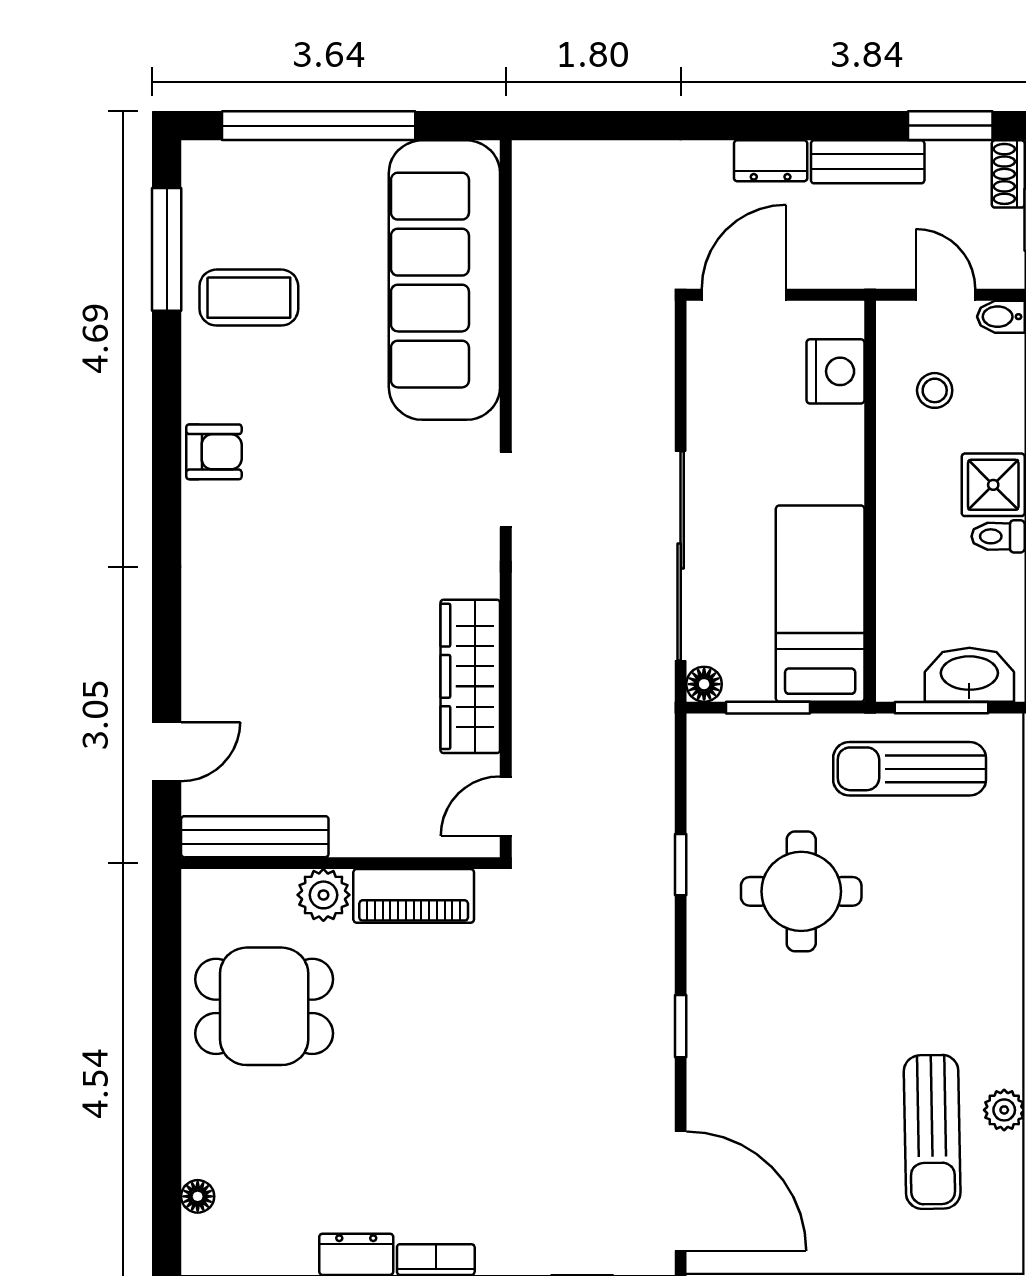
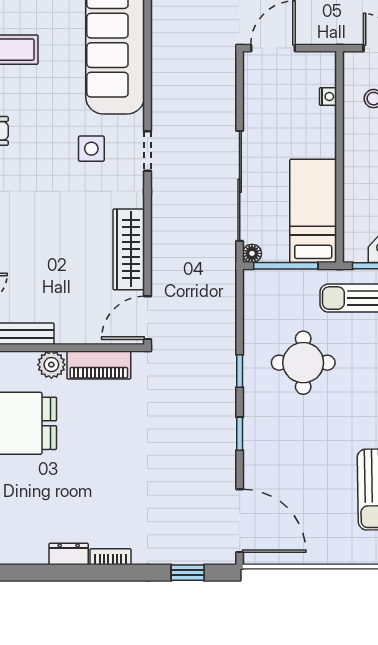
nightstand: (835, 371) -> (328, 96), width x0.53, depth x0.56
side table: (399, 485) -> (91, 149), added
window: (768, 708) -> (286, 266), width x1.44
door: (506, 806) -> (147, 318), width x1.37
window: (681, 865) -> (240, 371), moved

